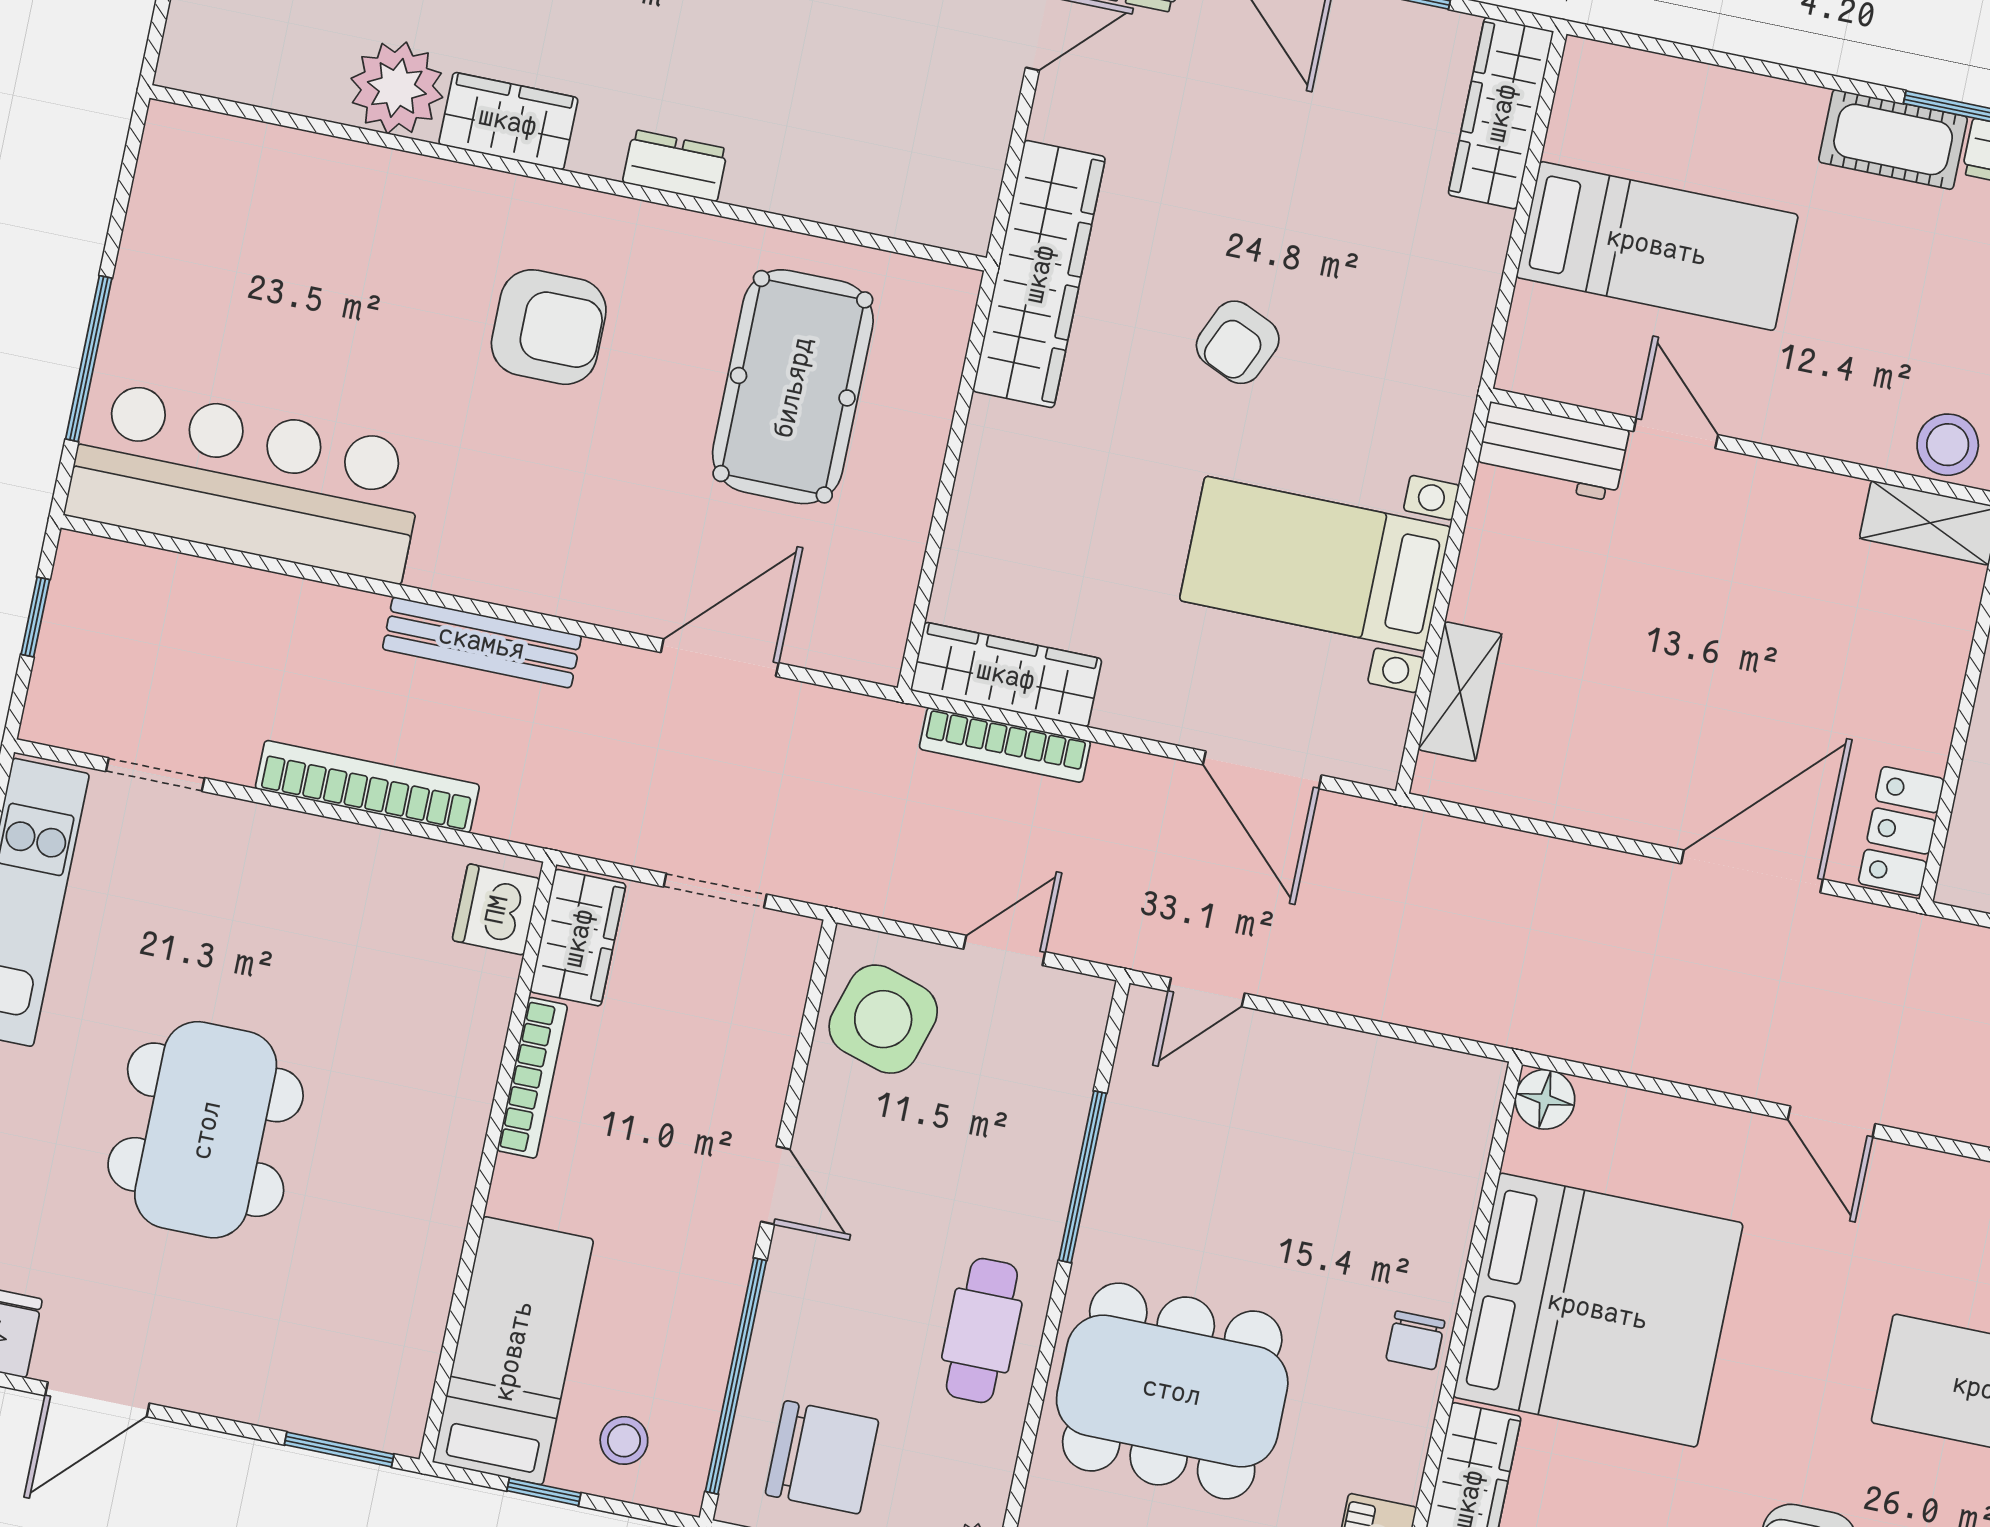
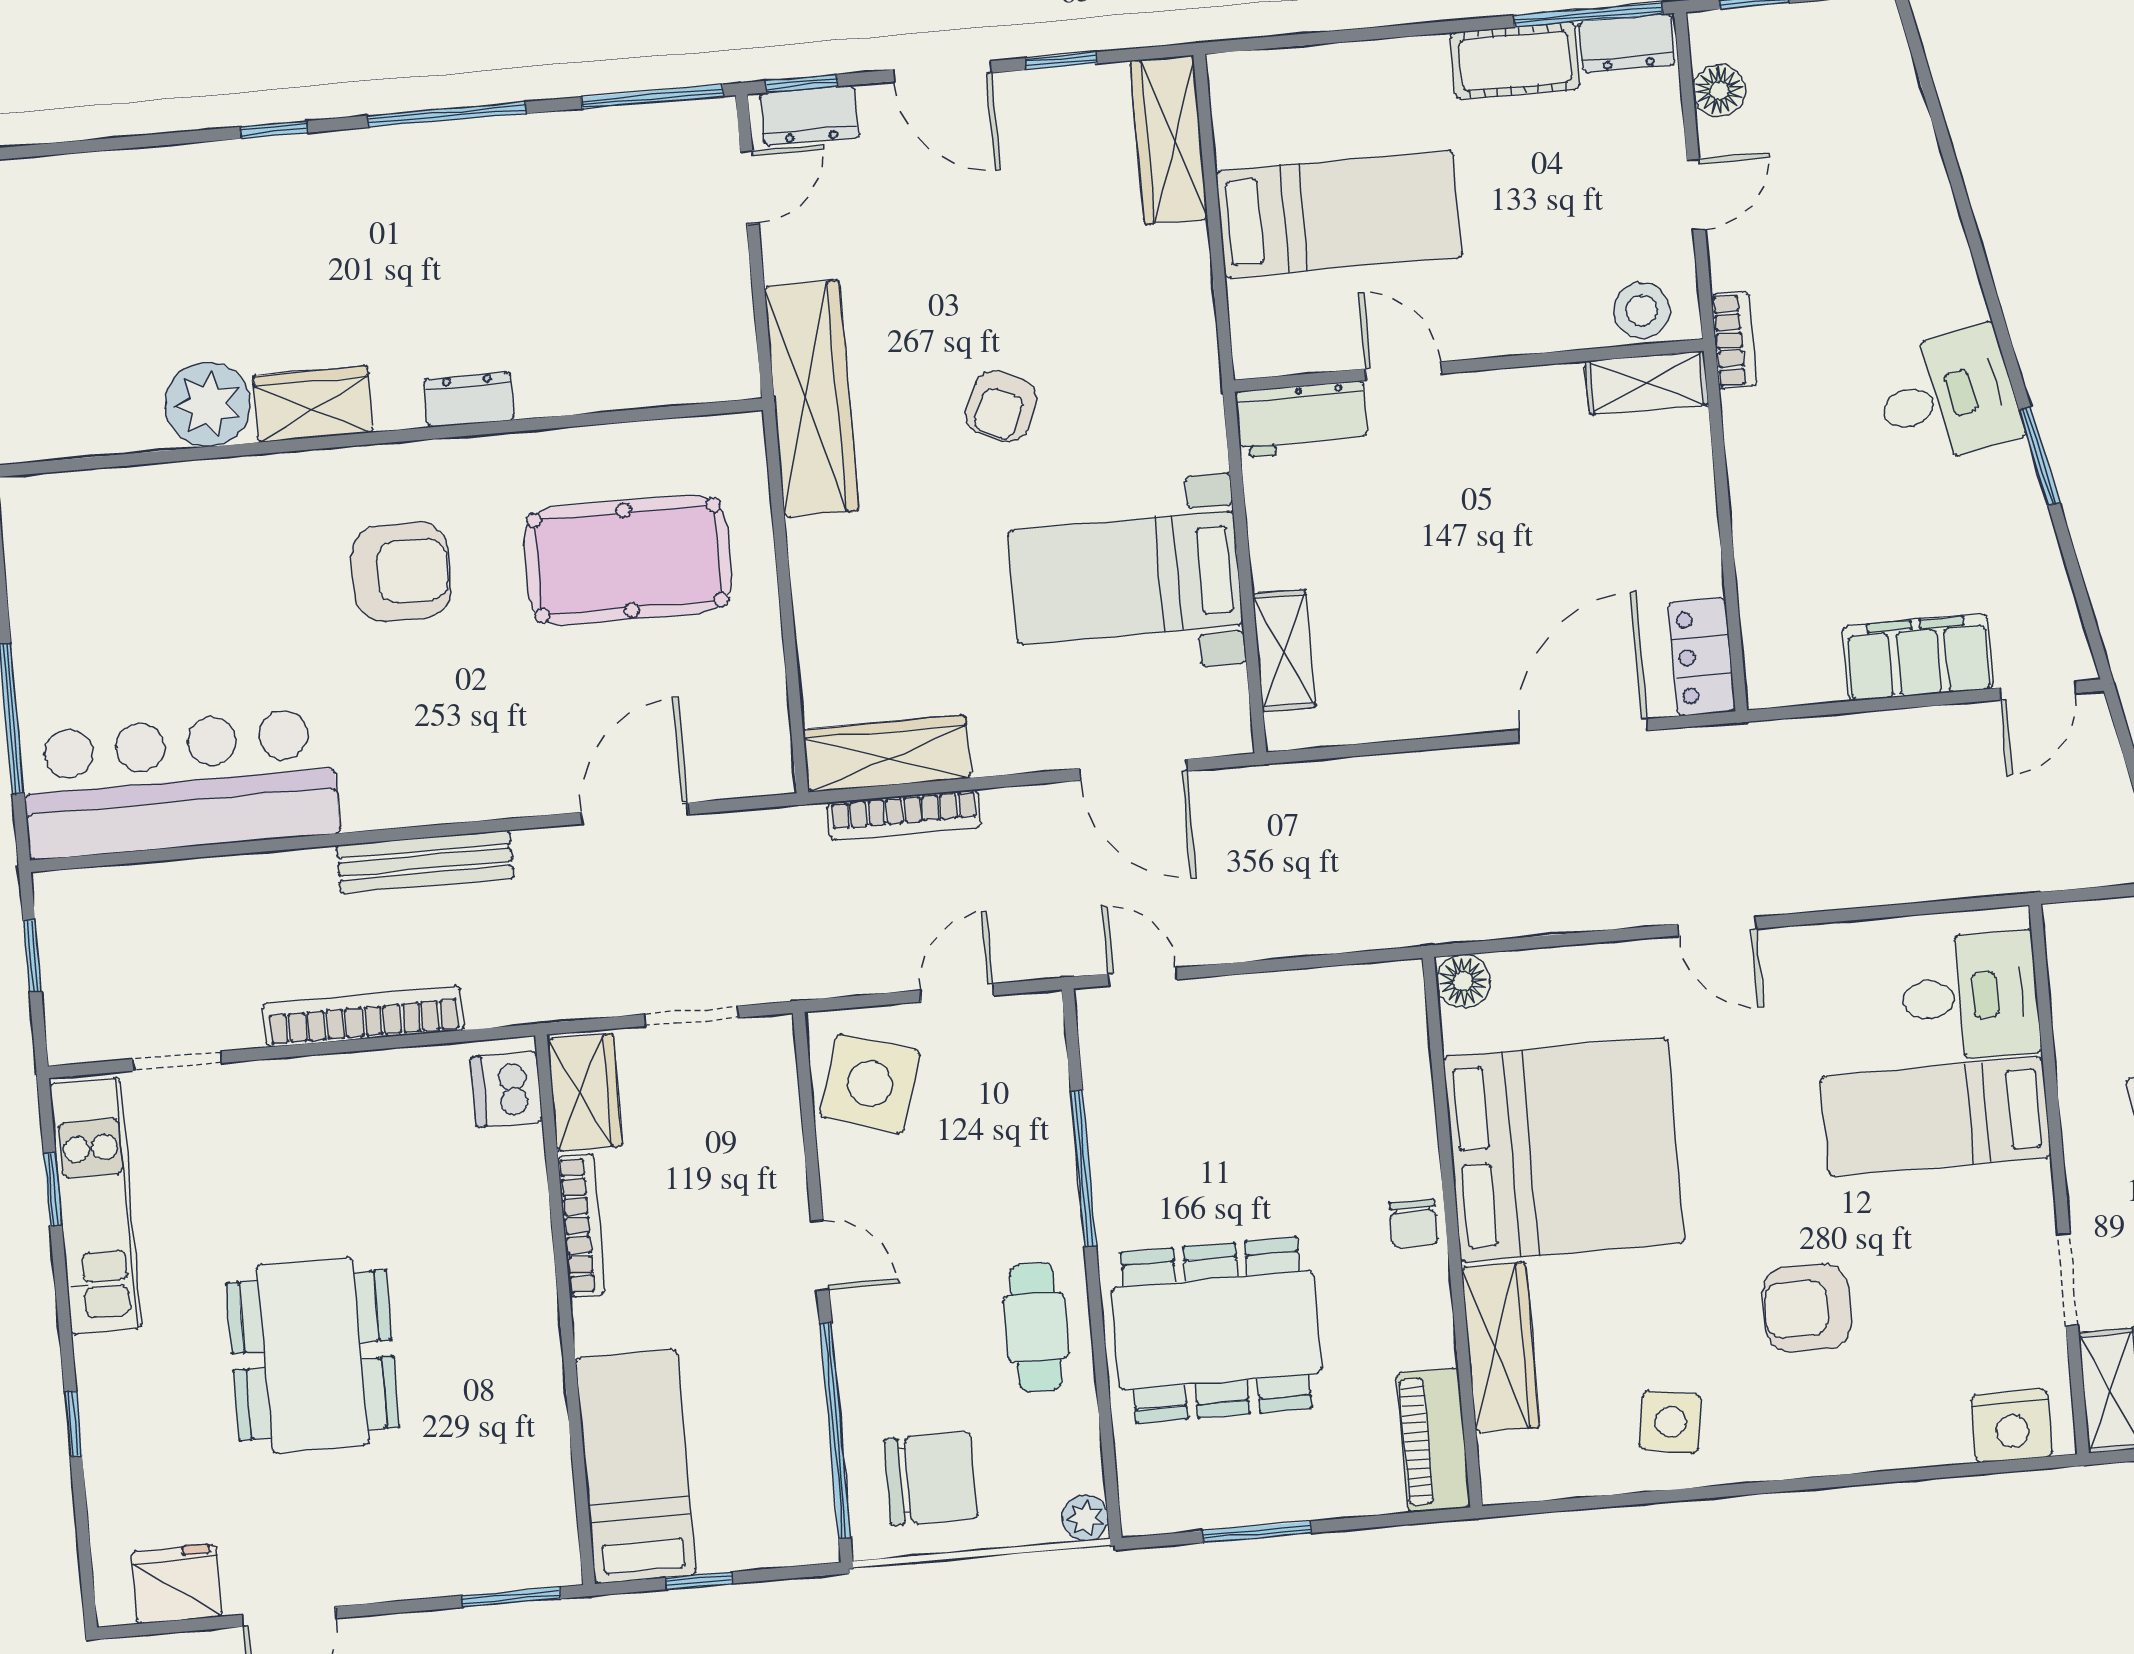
pool table: (793, 387) -> (628, 560), turned 90
door: (1206, 992) -> (1143, 977), swing flipped
stool: (624, 1440) -> (755, 1515), removed

